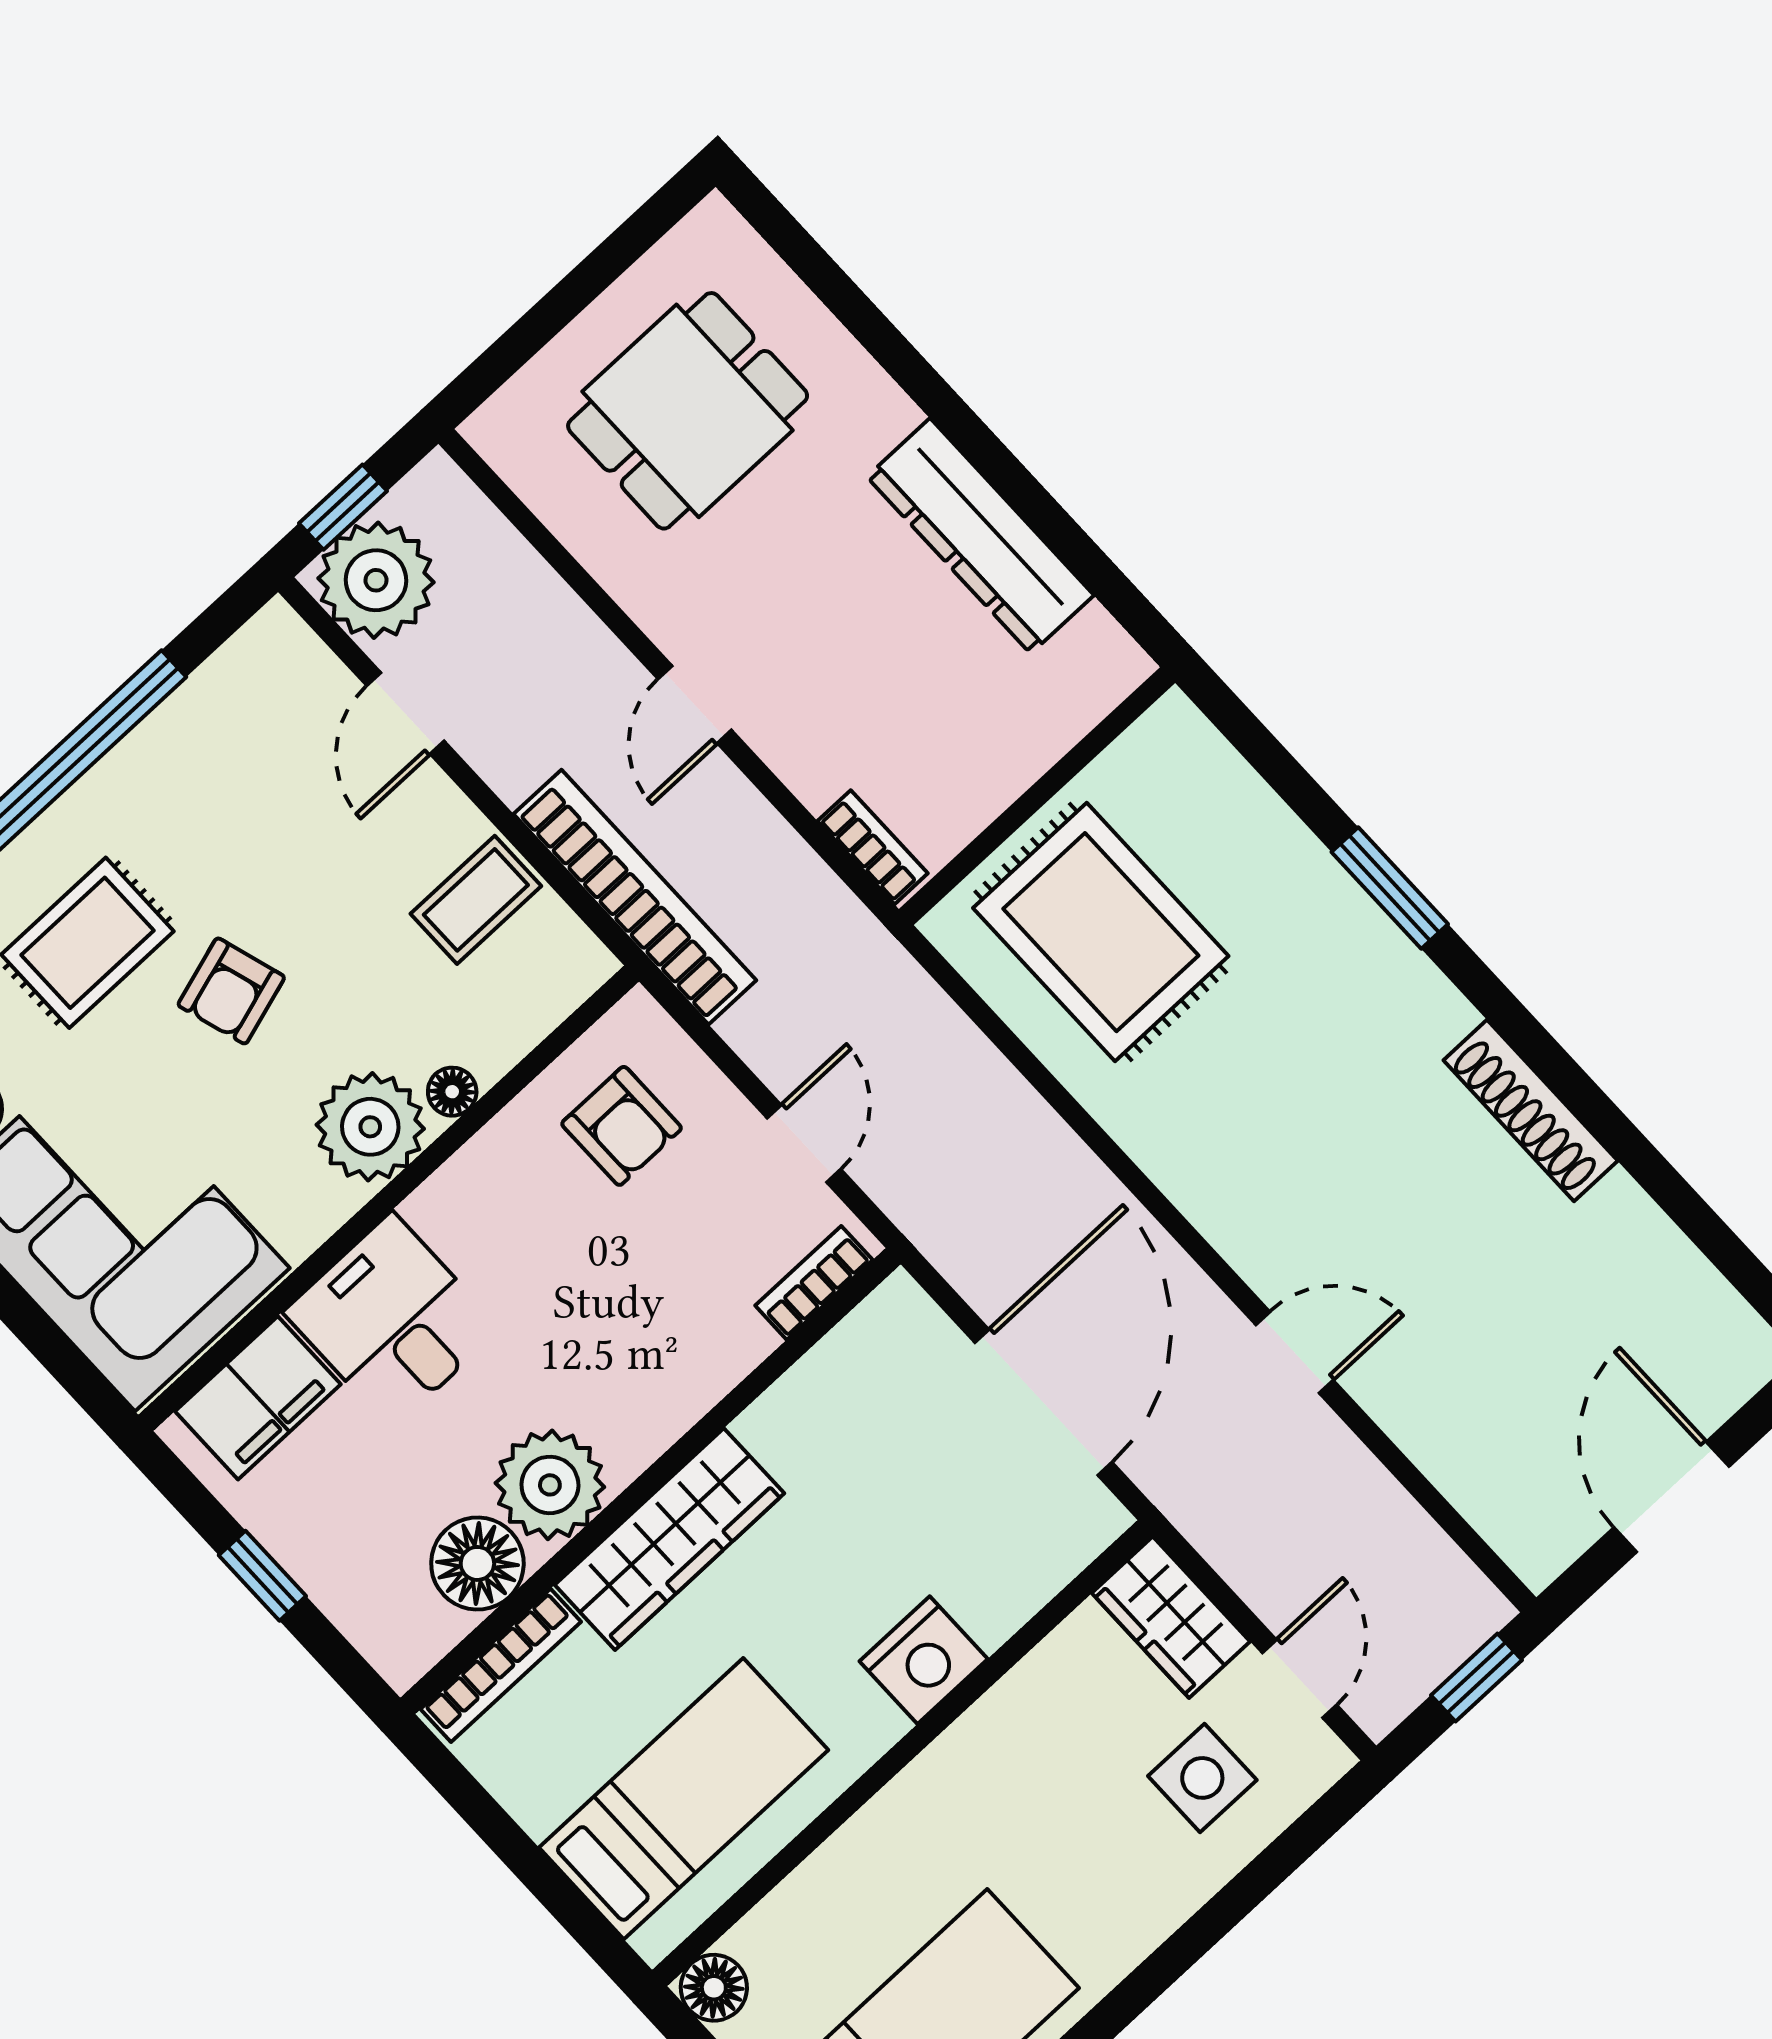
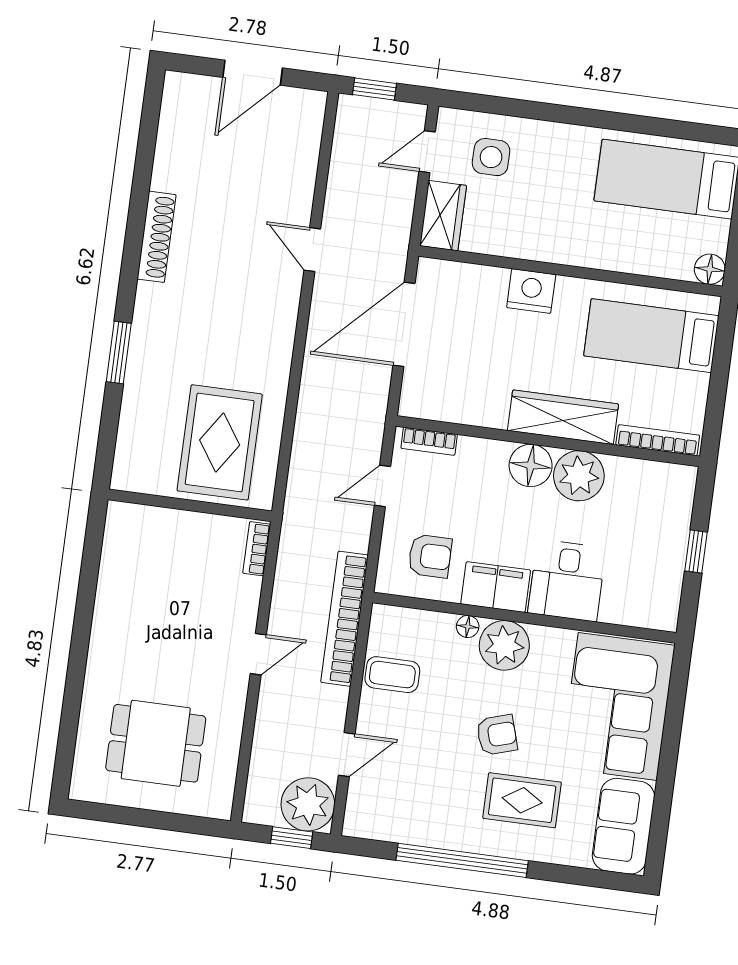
dresser: (980, 536) -> (114, 602), removed
armchair: (622, 1126) -> (430, 556), turned 90
filing cabinet: (258, 1398) -> (496, 587), moved
floor lamp: (477, 1563) -> (531, 465), moved

